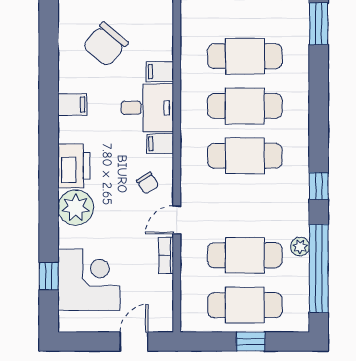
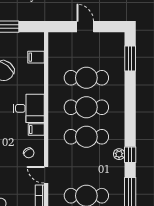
filing cabinet: (160, 72) -> (36, 57), moved
door: (177, 220) -> (46, 175), hinge flipped
plant: (300, 247) -> (119, 154), moved

